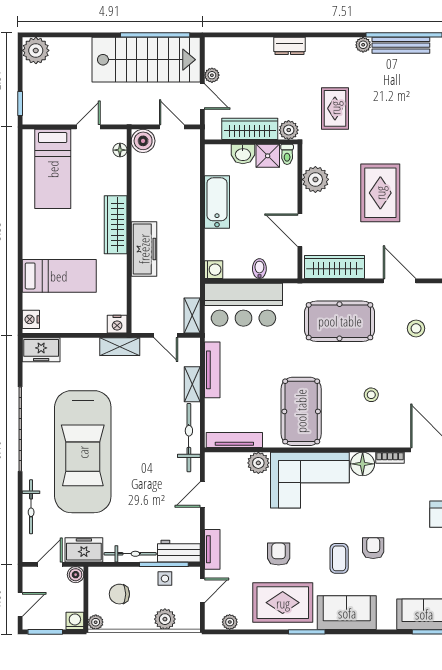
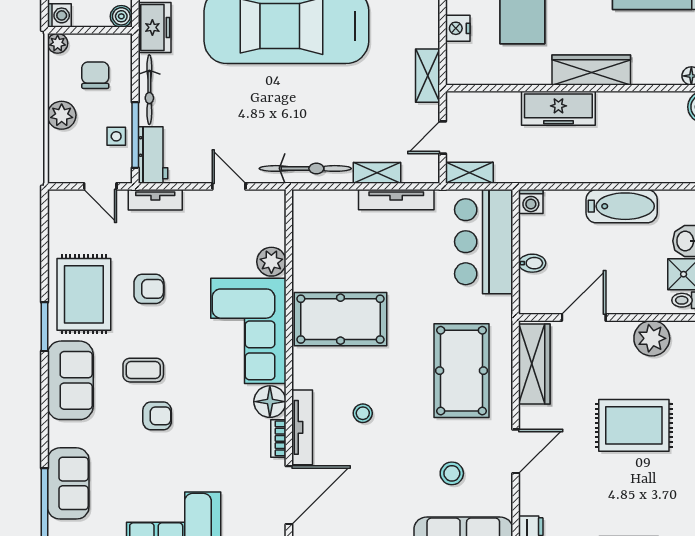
nightstand: (117, 324) -> (458, 28), moved
tv unit: (234, 440) -> (302, 427), moved
plant: (165, 619) -> (62, 115), moved
plant: (230, 622) -> (58, 223), removed

